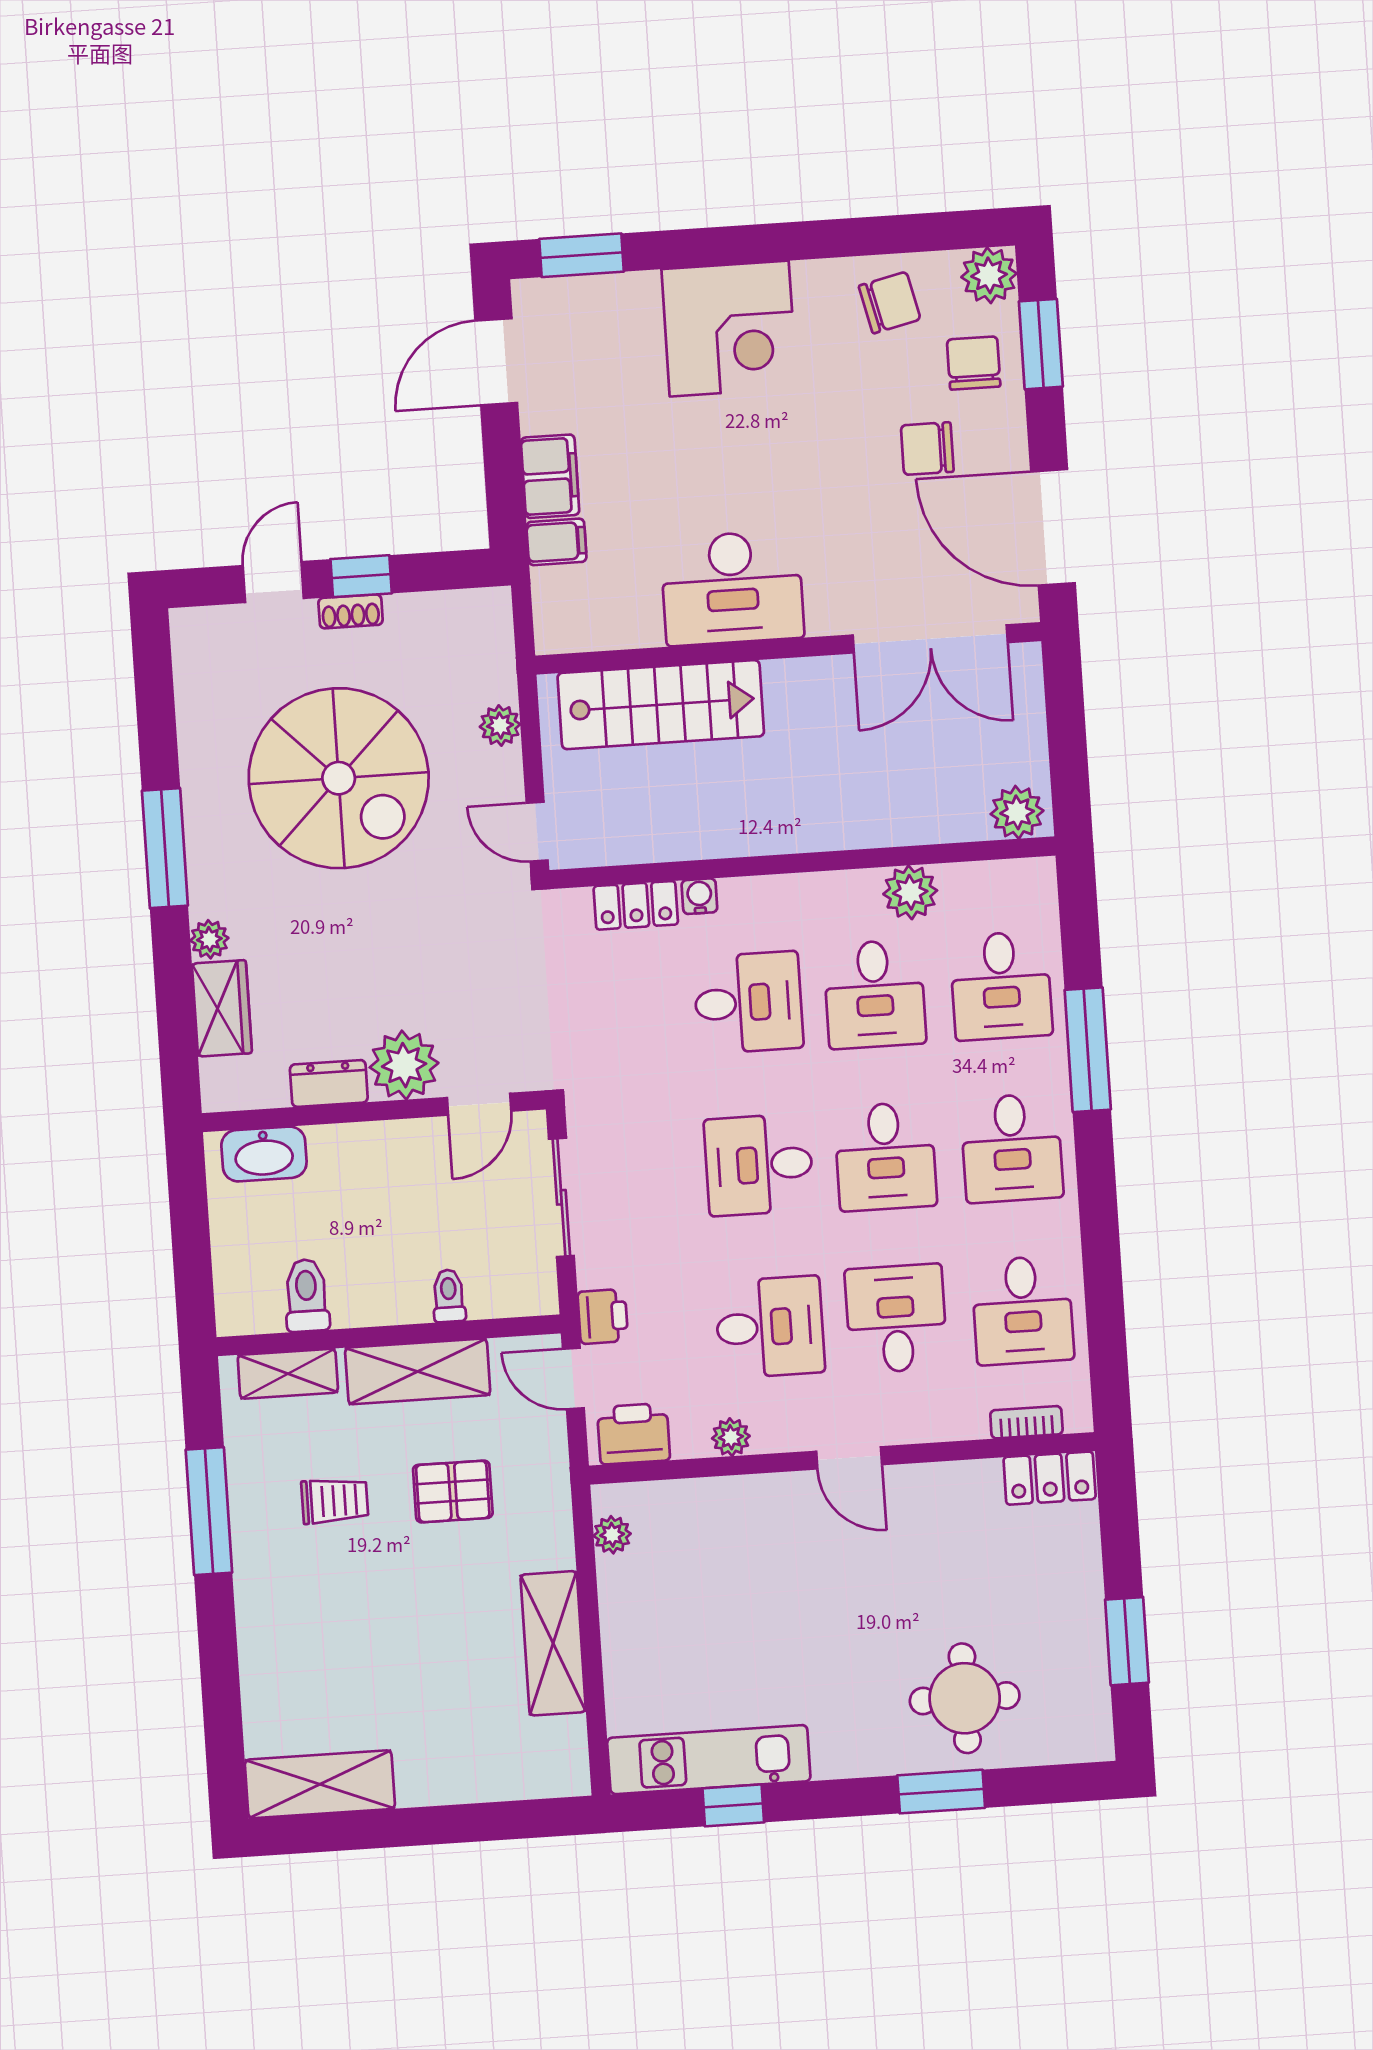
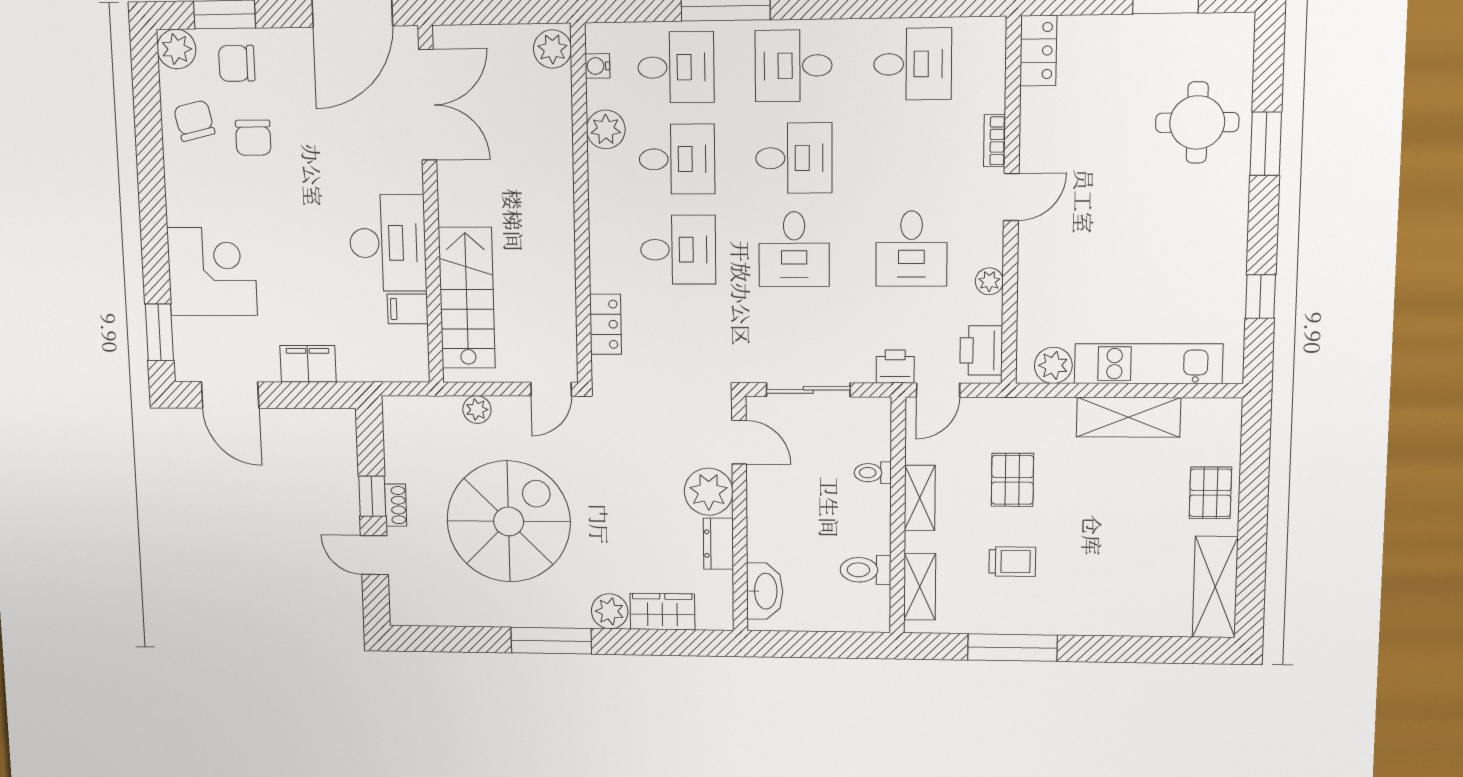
corner desk: (729, 329) -> (212, 272), moved
chair: (927, 449) -> (253, 138), moved
filing cabinet: (556, 542) -> (408, 309), moved, turned -90
water cooler: (699, 896) -> (597, 66), moved
plant: (209, 939) -> (610, 611), width x1.38, depth x1.38
desk: (748, 1002) -> (678, 250), turned 90
desk: (1012, 1148) -> (794, 66), turned 180
desk: (896, 1319) -> (912, 157), removed
desk: (770, 1327) -> (911, 249), turned 180
shelving: (418, 1371) -> (920, 498), width x0.67, depth x0.75
bookcase: (1026, 1422) -> (995, 141), moved
trolley: (335, 1501) -> (1012, 562), turned 90
plant: (612, 1535) -> (1053, 365), width x1.38, depth x1.38
kitchen unit: (709, 1760) -> (1148, 364), moved, turned 90
pallet: (454, 1765) -> (1210, 493), added

